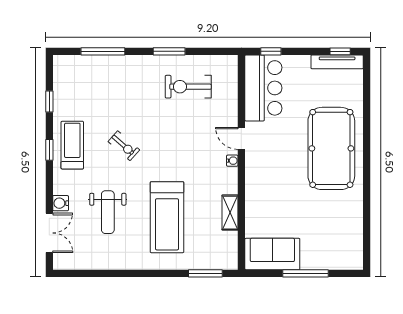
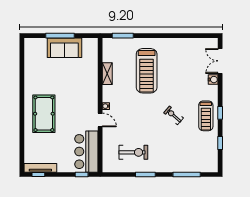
pool table: (331, 148) -> (44, 114), width x0.73, depth x0.76
weight bench: (108, 212) -> (184, 74), removed
treadmill: (167, 217) -> (147, 71), turned 180
sofa: (272, 254) -> (64, 48), moved

